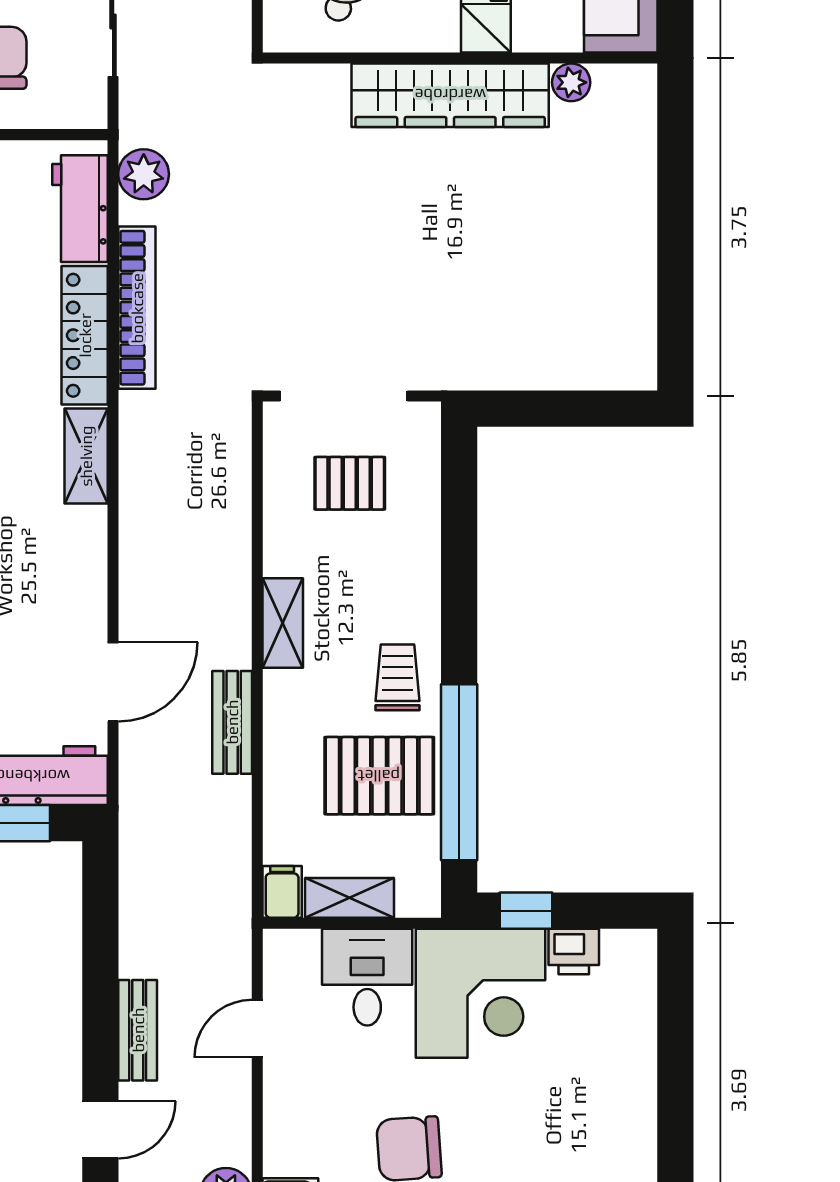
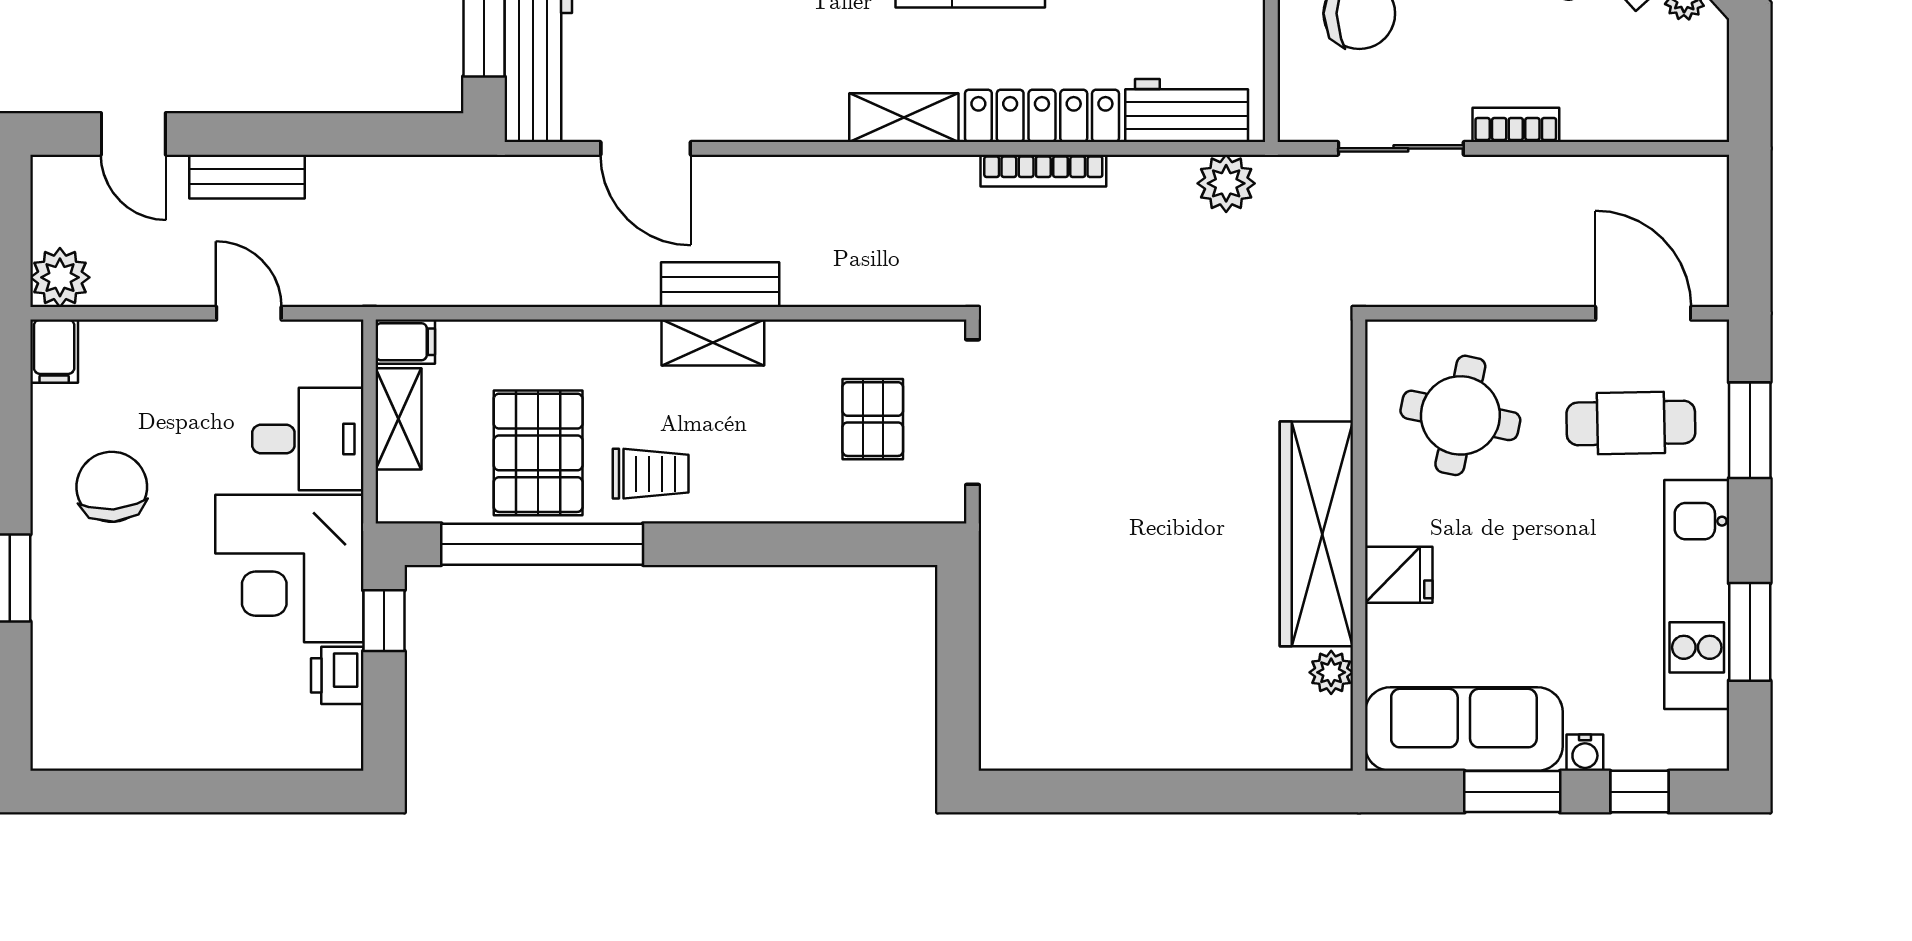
bookcase: (137, 308) -> (1043, 171), width x0.68, depth x0.76
bench: (232, 722) -> (720, 285), moved

